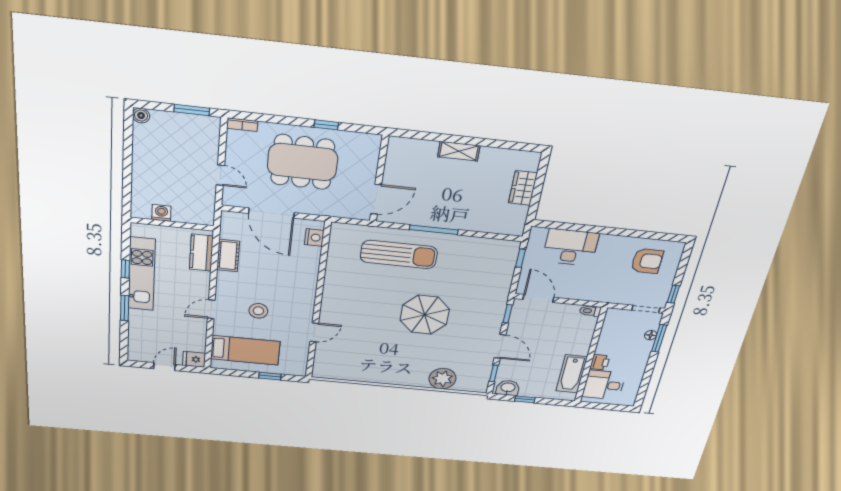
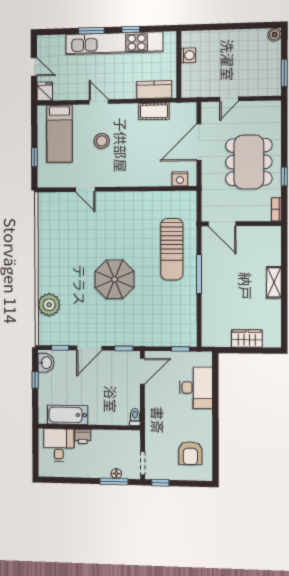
bookcase: (242, 125) -> (276, 209), moved
kitchen unit: (142, 274) -> (114, 43), width x1.36

